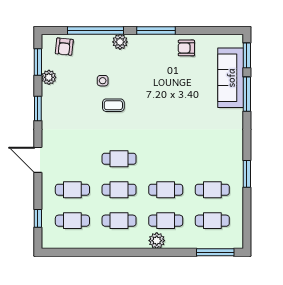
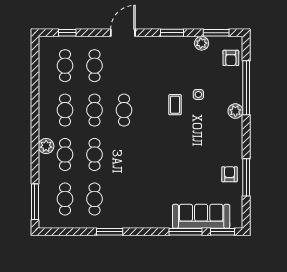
window: (156, 31) -> (246, 177), moved
armchair: (64, 47) -> (231, 58), turned -96

